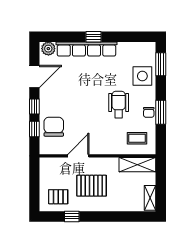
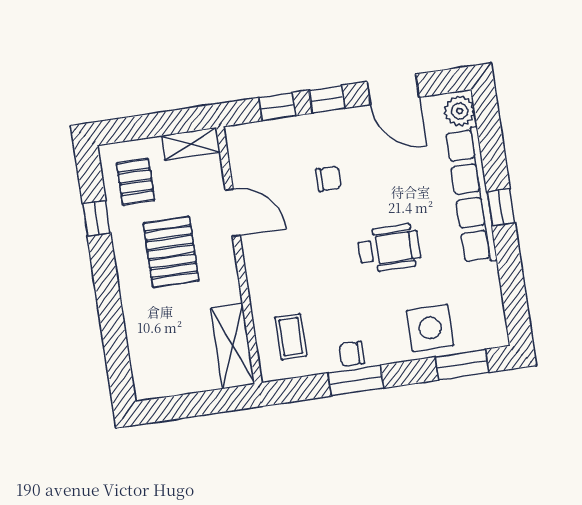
wheelchair: (119, 105) -> (389, 248), moved
chair: (54, 127) -> (329, 179), moved, width x0.54, depth x0.54
shelving: (150, 198) -> (191, 144), moved

